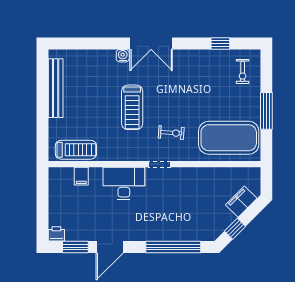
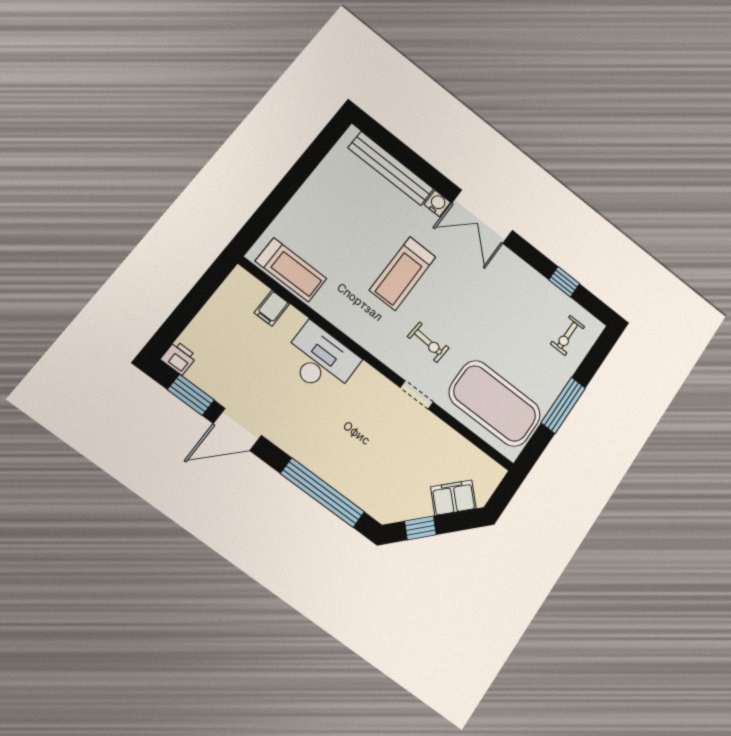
bench: (56, 88) -> (391, 168), moved, turned 90
doorway: (160, 164) -> (417, 395), moved

